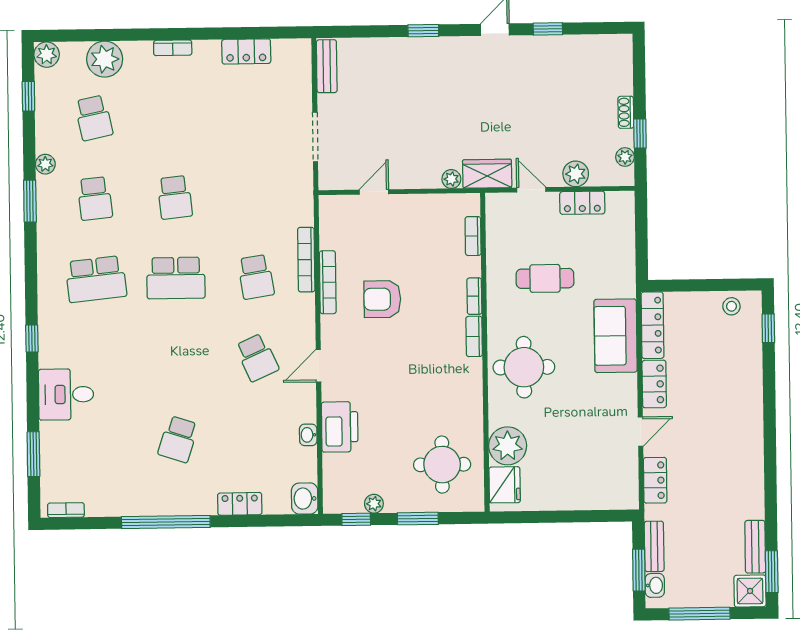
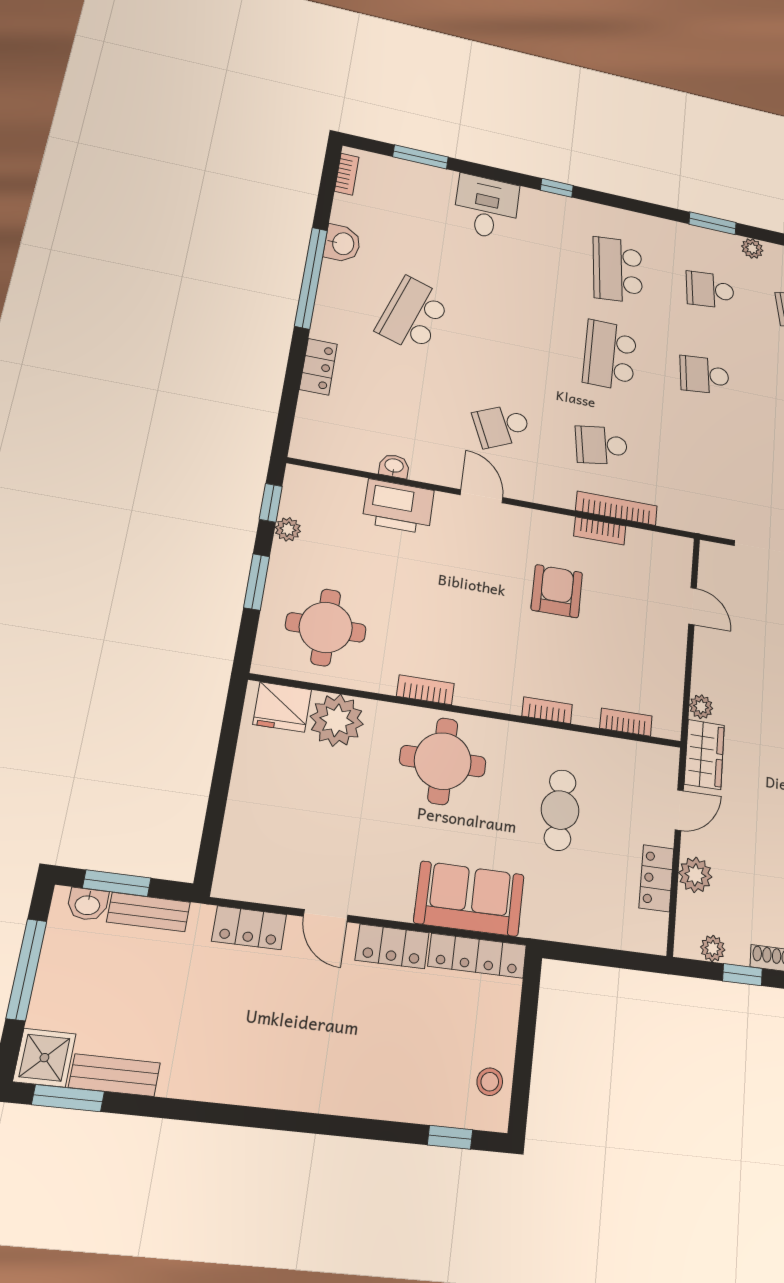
bookcase: (328, 282) -> (600, 531), width x0.64
bookcase: (474, 336) -> (425, 690), moved
school desk: (178, 439) -> (413, 315), width x1.85
washbasin: (305, 499) -> (342, 243), moved, turned 90

